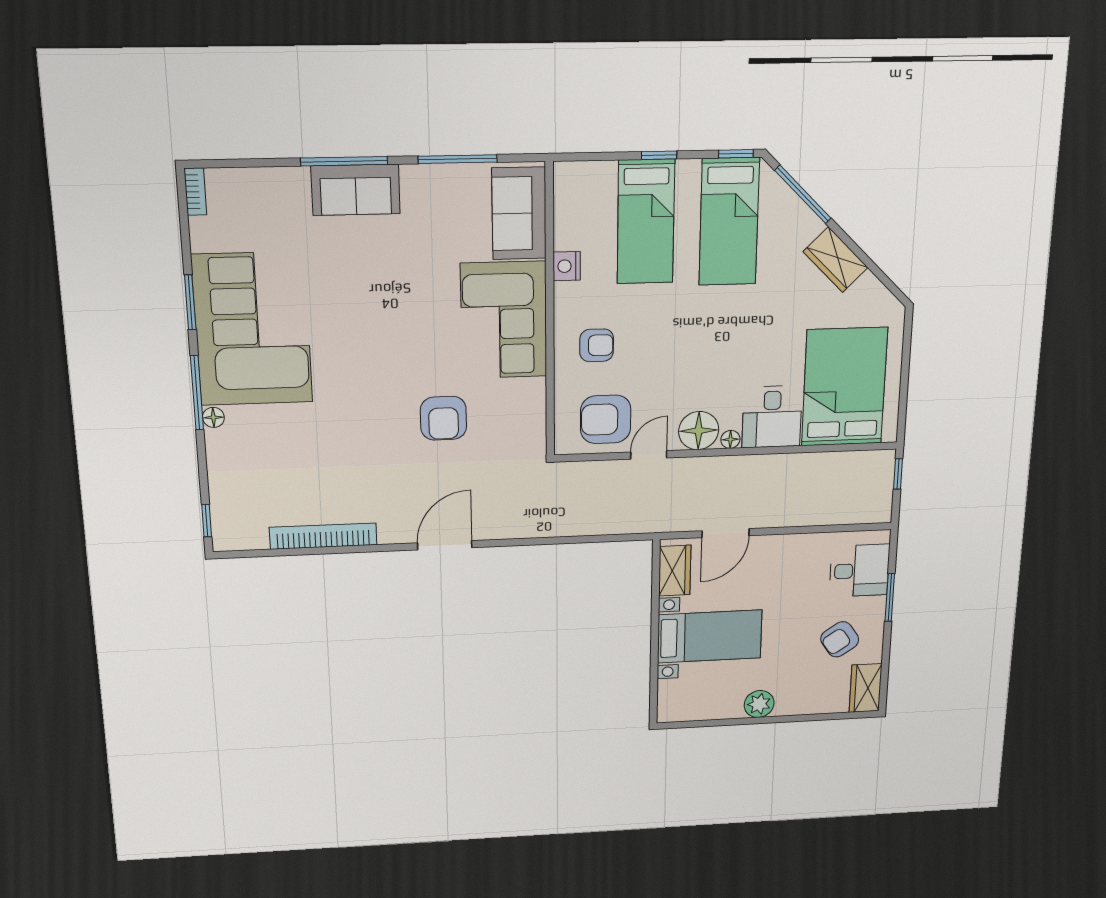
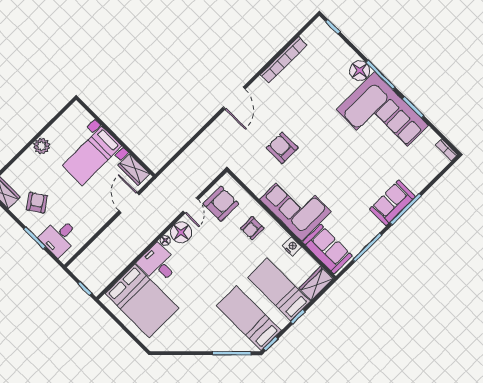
wardrobe: (836, 260) -> (316, 284), moved, turned -45
floor lamp: (213, 417) -> (360, 71), width x1.89, depth x1.89

